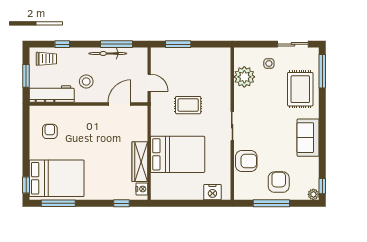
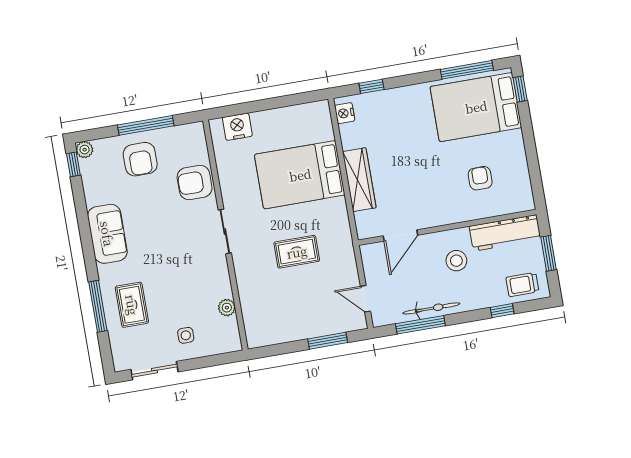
window: (322, 71) -> (98, 306), moved
plant: (244, 77) -> (227, 308), width x0.53, depth x0.53
door: (149, 83) -> (365, 299), moved
rug: (300, 89) -> (132, 305), width x0.73, depth x0.70
armchair: (50, 131) -> (480, 178), moved, turned 180
wardrobe: (140, 162) -> (359, 180), moved

